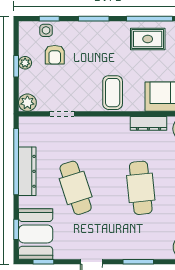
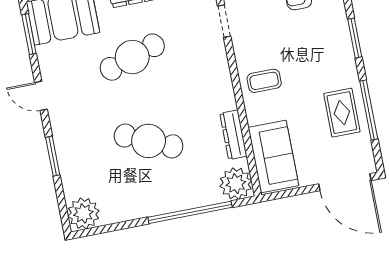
coffee table: (113, 93) -> (264, 81), width x0.73, depth x0.77
cafe table: (141, 188) -> (149, 141), turned 30
window: (43, 262) -> (29, 34), width x1.50

